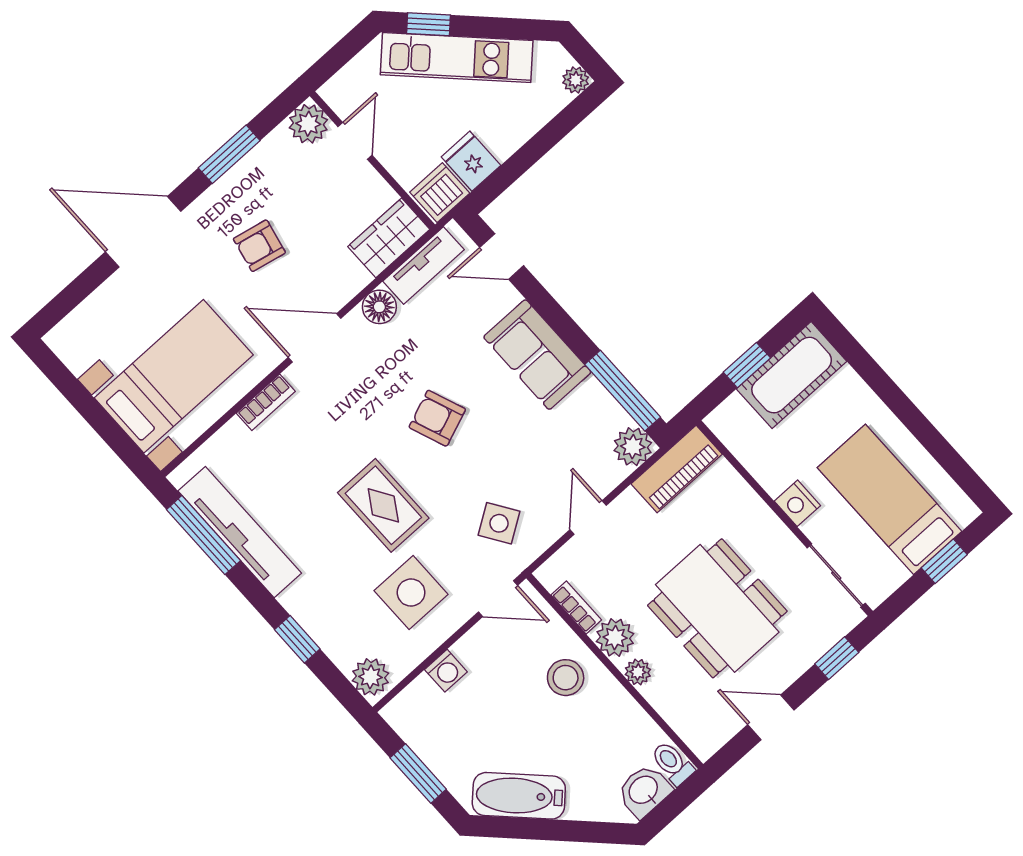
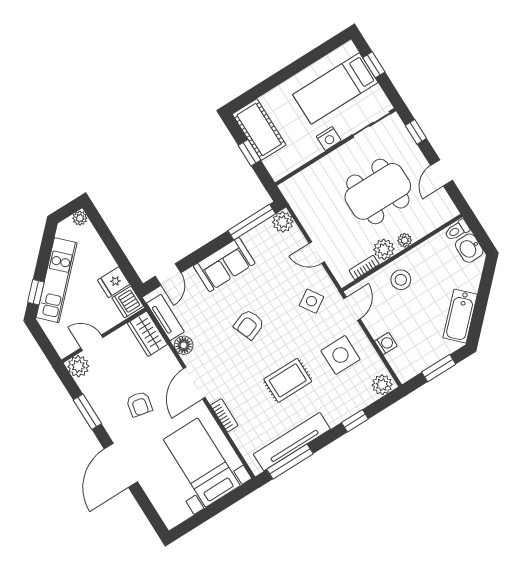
piano: (677, 469) -> (299, 200), removed
rug: (383, 505) -> (288, 380), moved

